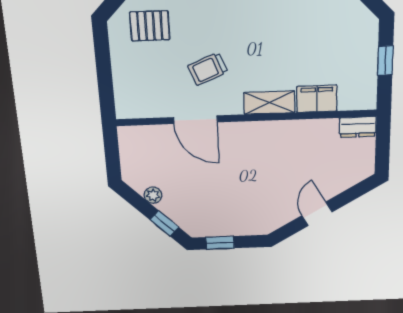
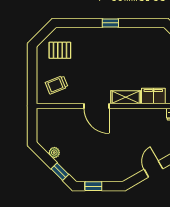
trolley: (208, 69) -> (57, 85), moved
door: (195, 120) -> (96, 106), moved

